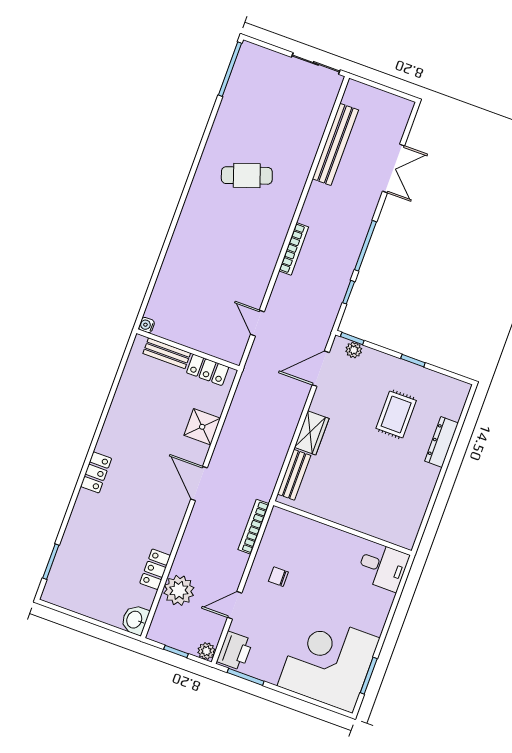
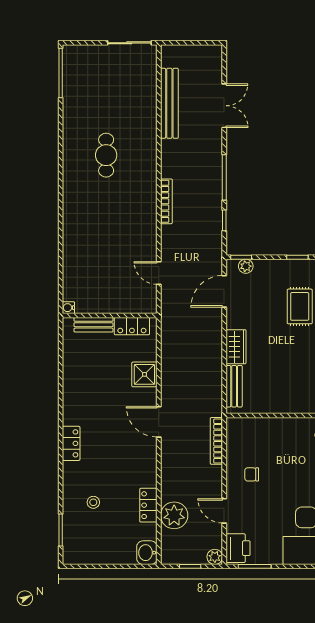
cafe table: (247, 175) -> (106, 155), turned -71
stool: (97, 545) -> (93, 502), added
door: (235, 605) -> (224, 511), hinge flipped

